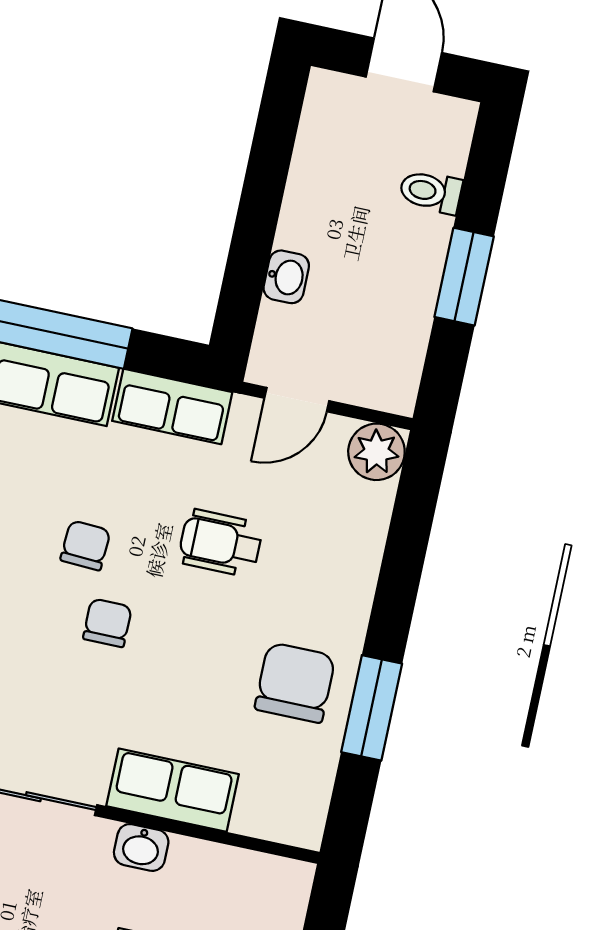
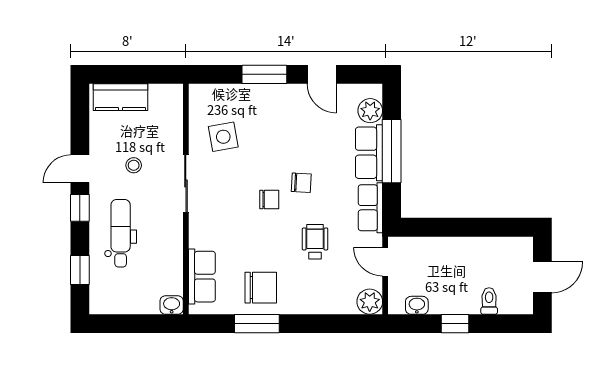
washbasin: (286, 277) -> (417, 305), moved, turned 180
window: (464, 277) -> (455, 324), width x0.67
row of seats: (173, 790) -> (202, 277), moved
washbasin: (141, 847) -> (172, 305), moved, turned 90

